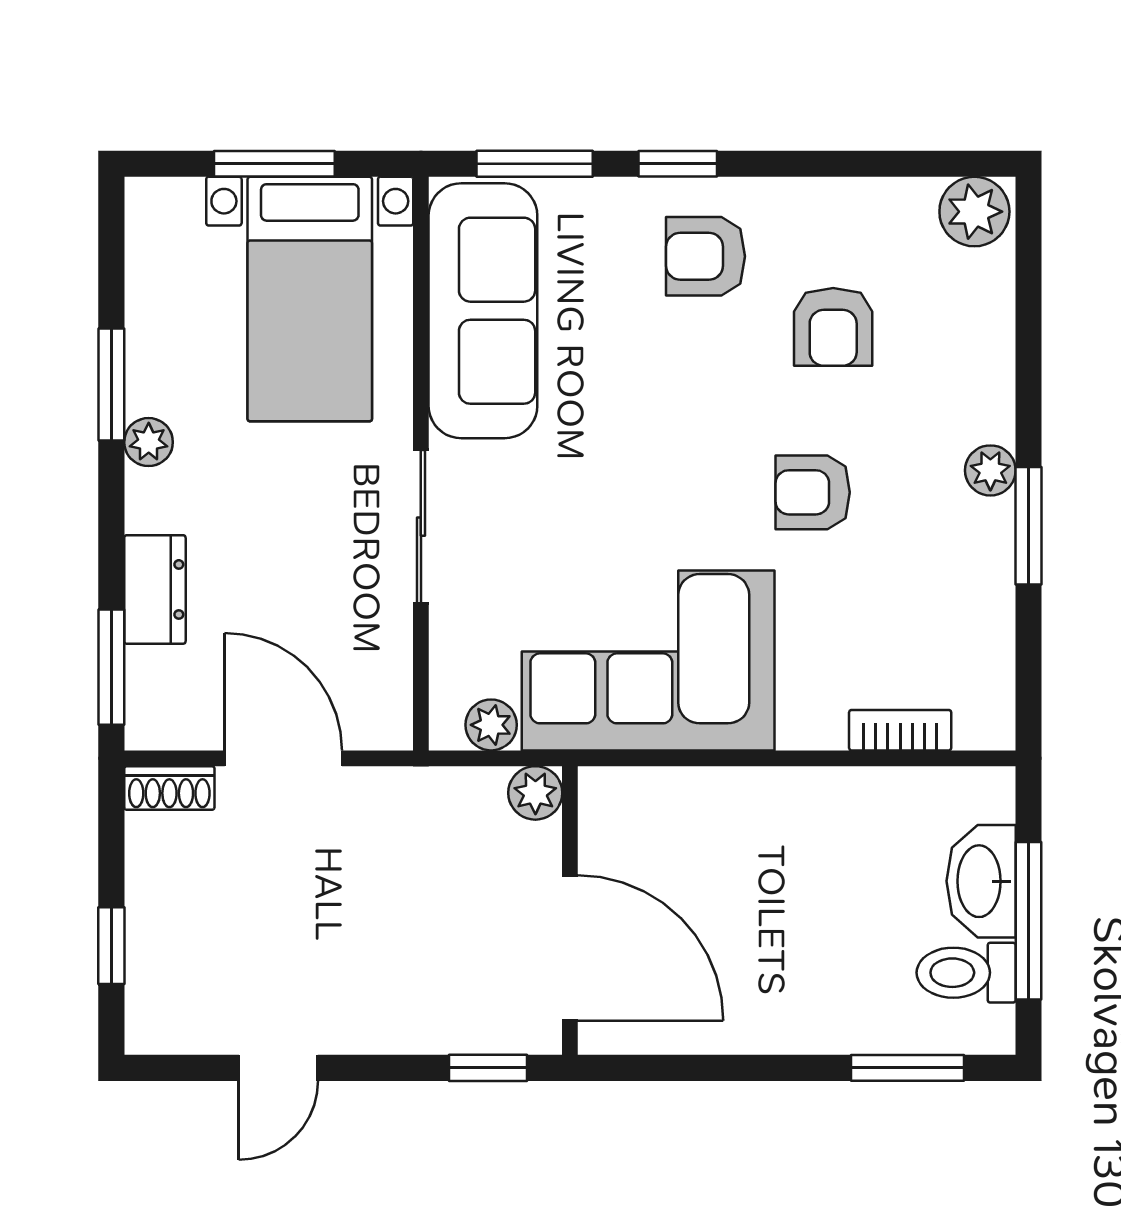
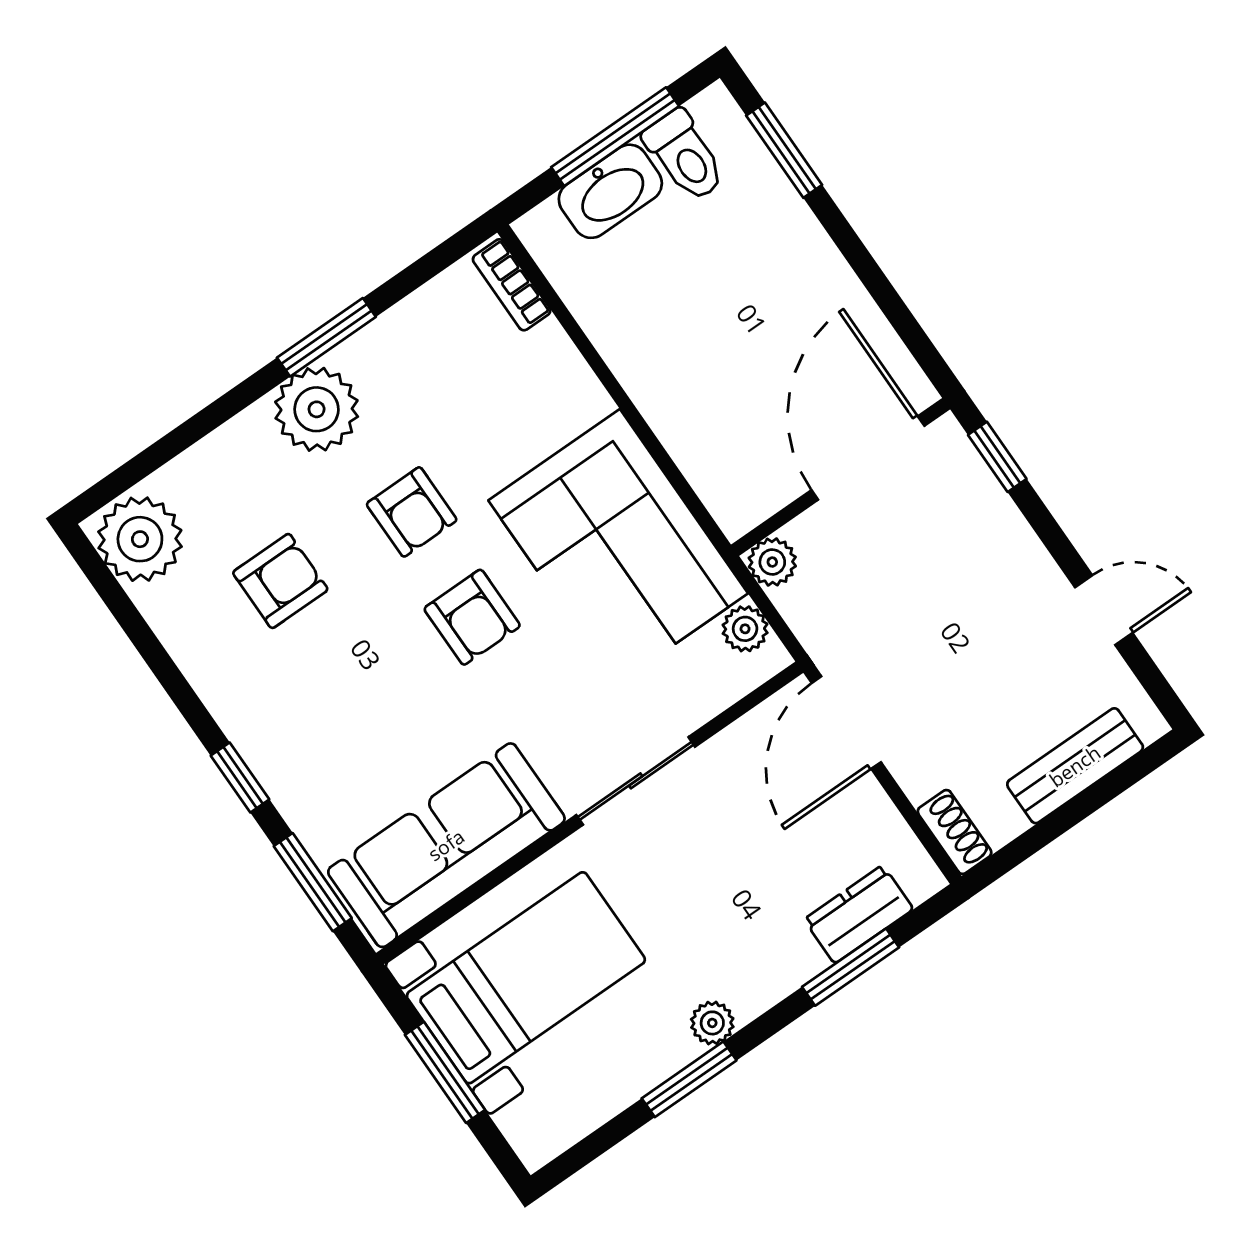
plant: (974, 212) -> (140, 539), width x1.36, depth x1.36
armchair: (706, 256) -> (472, 617), moved
plant: (990, 470) -> (317, 409), width x1.88, depth x1.88
dresser: (155, 589) -> (859, 914), moved
window: (111, 667) -> (851, 967), moved
bookcase: (900, 730) -> (512, 285), moved
door: (283, 758) -> (846, 723), moved
bench: (153, 942) -> (1075, 766), added
window: (111, 946) -> (1099, 794), removed

